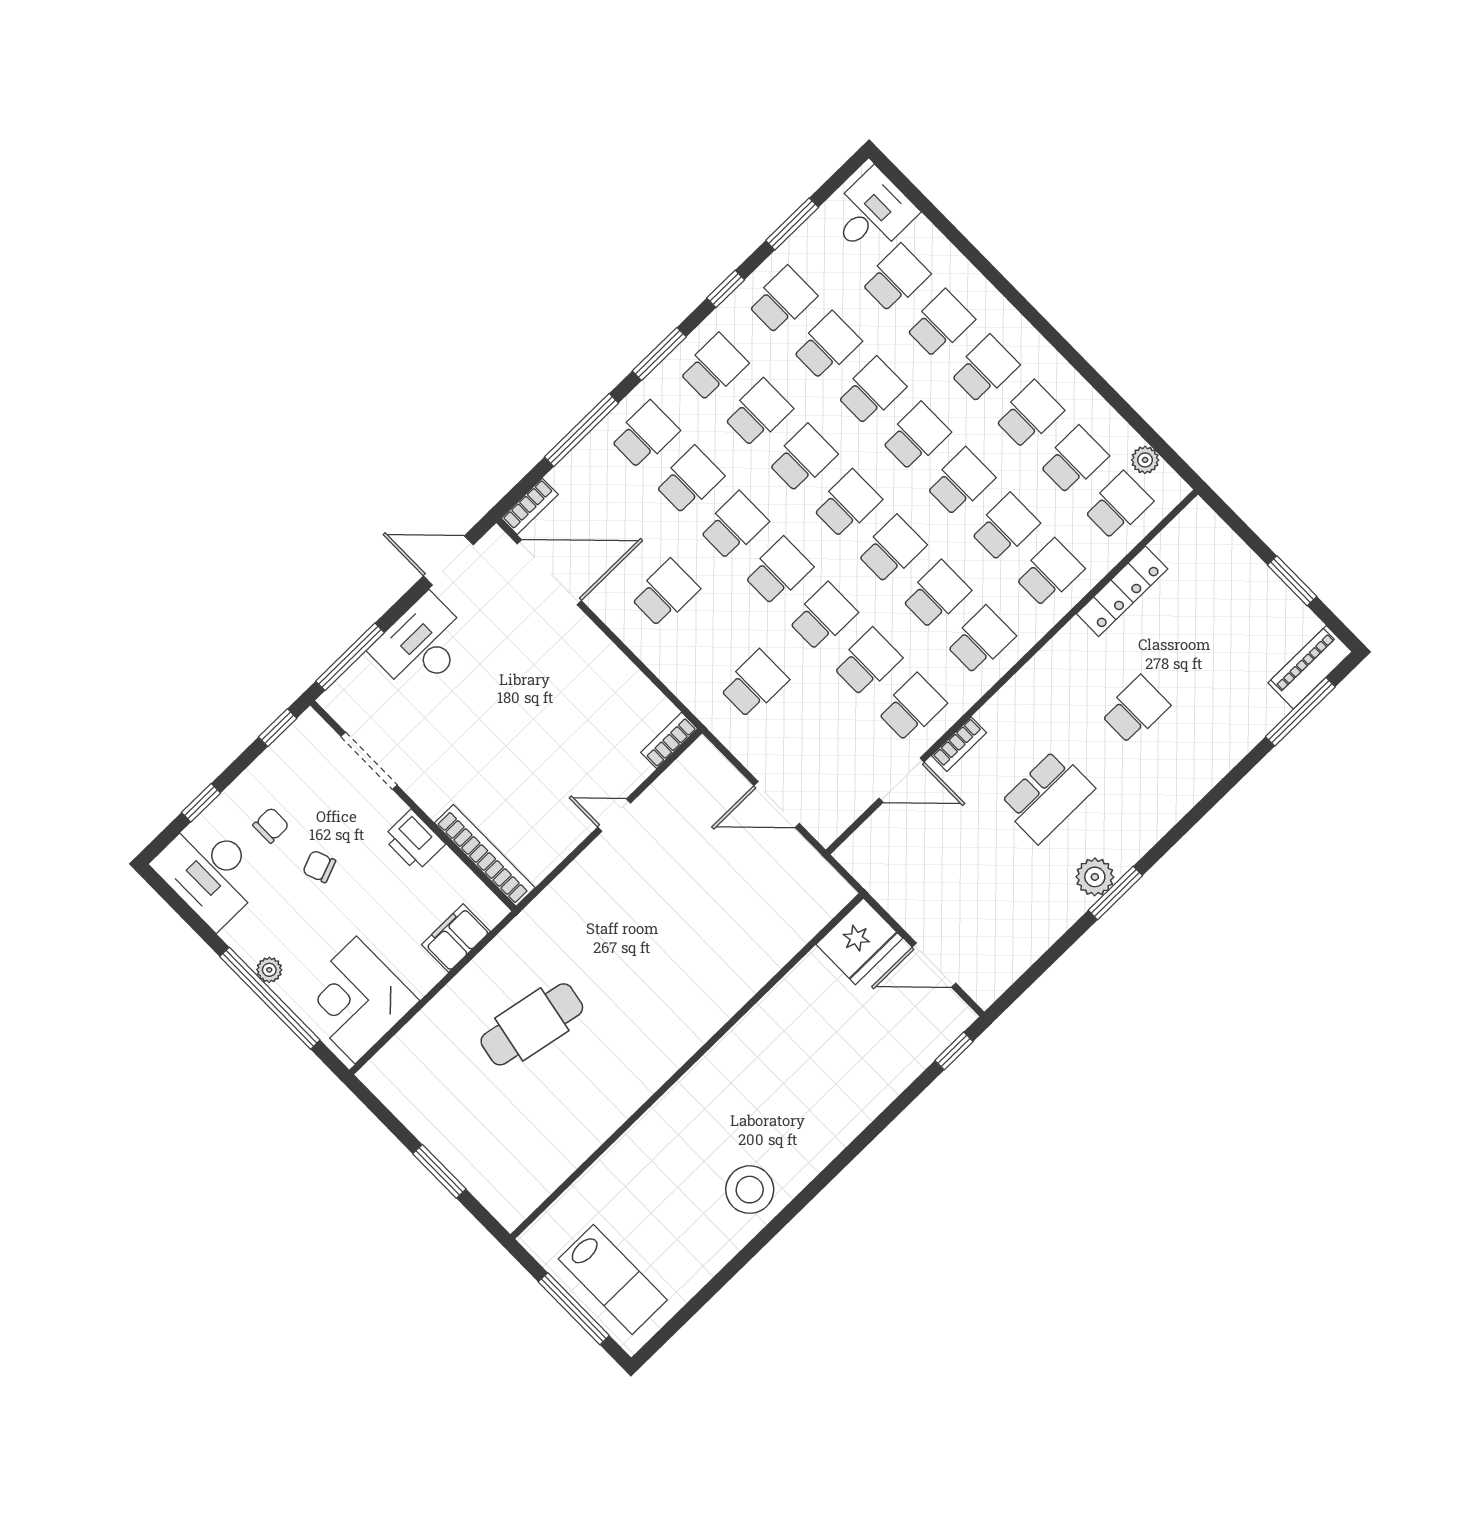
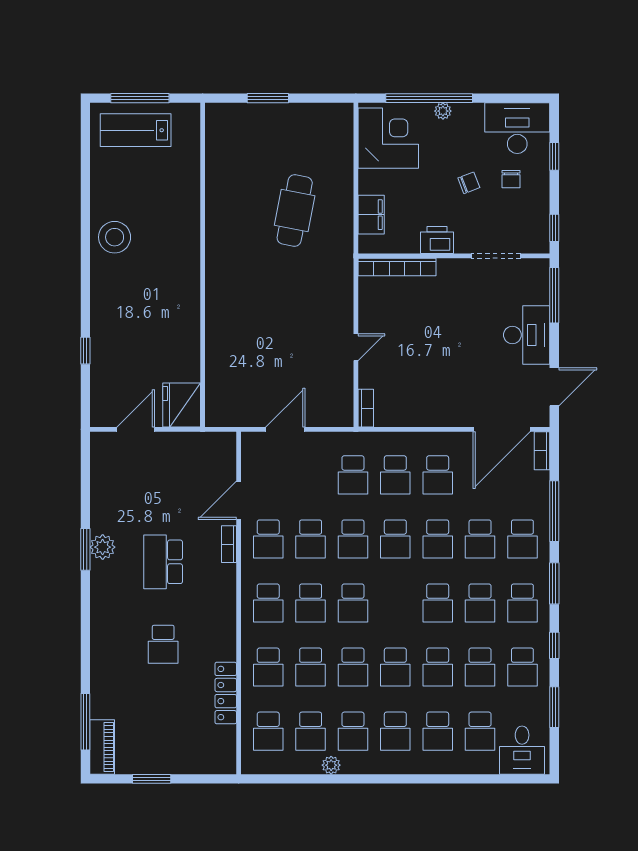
plant: (1145, 460) -> (331, 765), moved
school desk: (847, 504) -> (395, 475), moved
window: (954, 1051) -> (85, 351), moved

